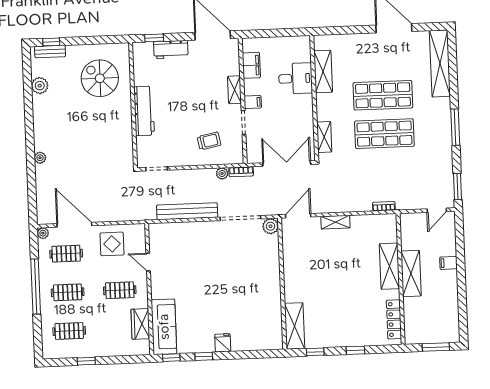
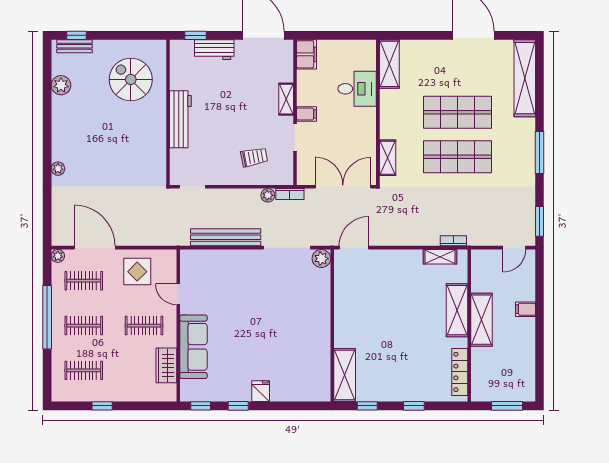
filing cabinet: (251, 65) -> (307, 54), moved
shelving: (323, 72) -> (389, 64), moved
shelving: (335, 222) -> (440, 257), moved
sofa: (164, 327) -> (193, 347), moved

